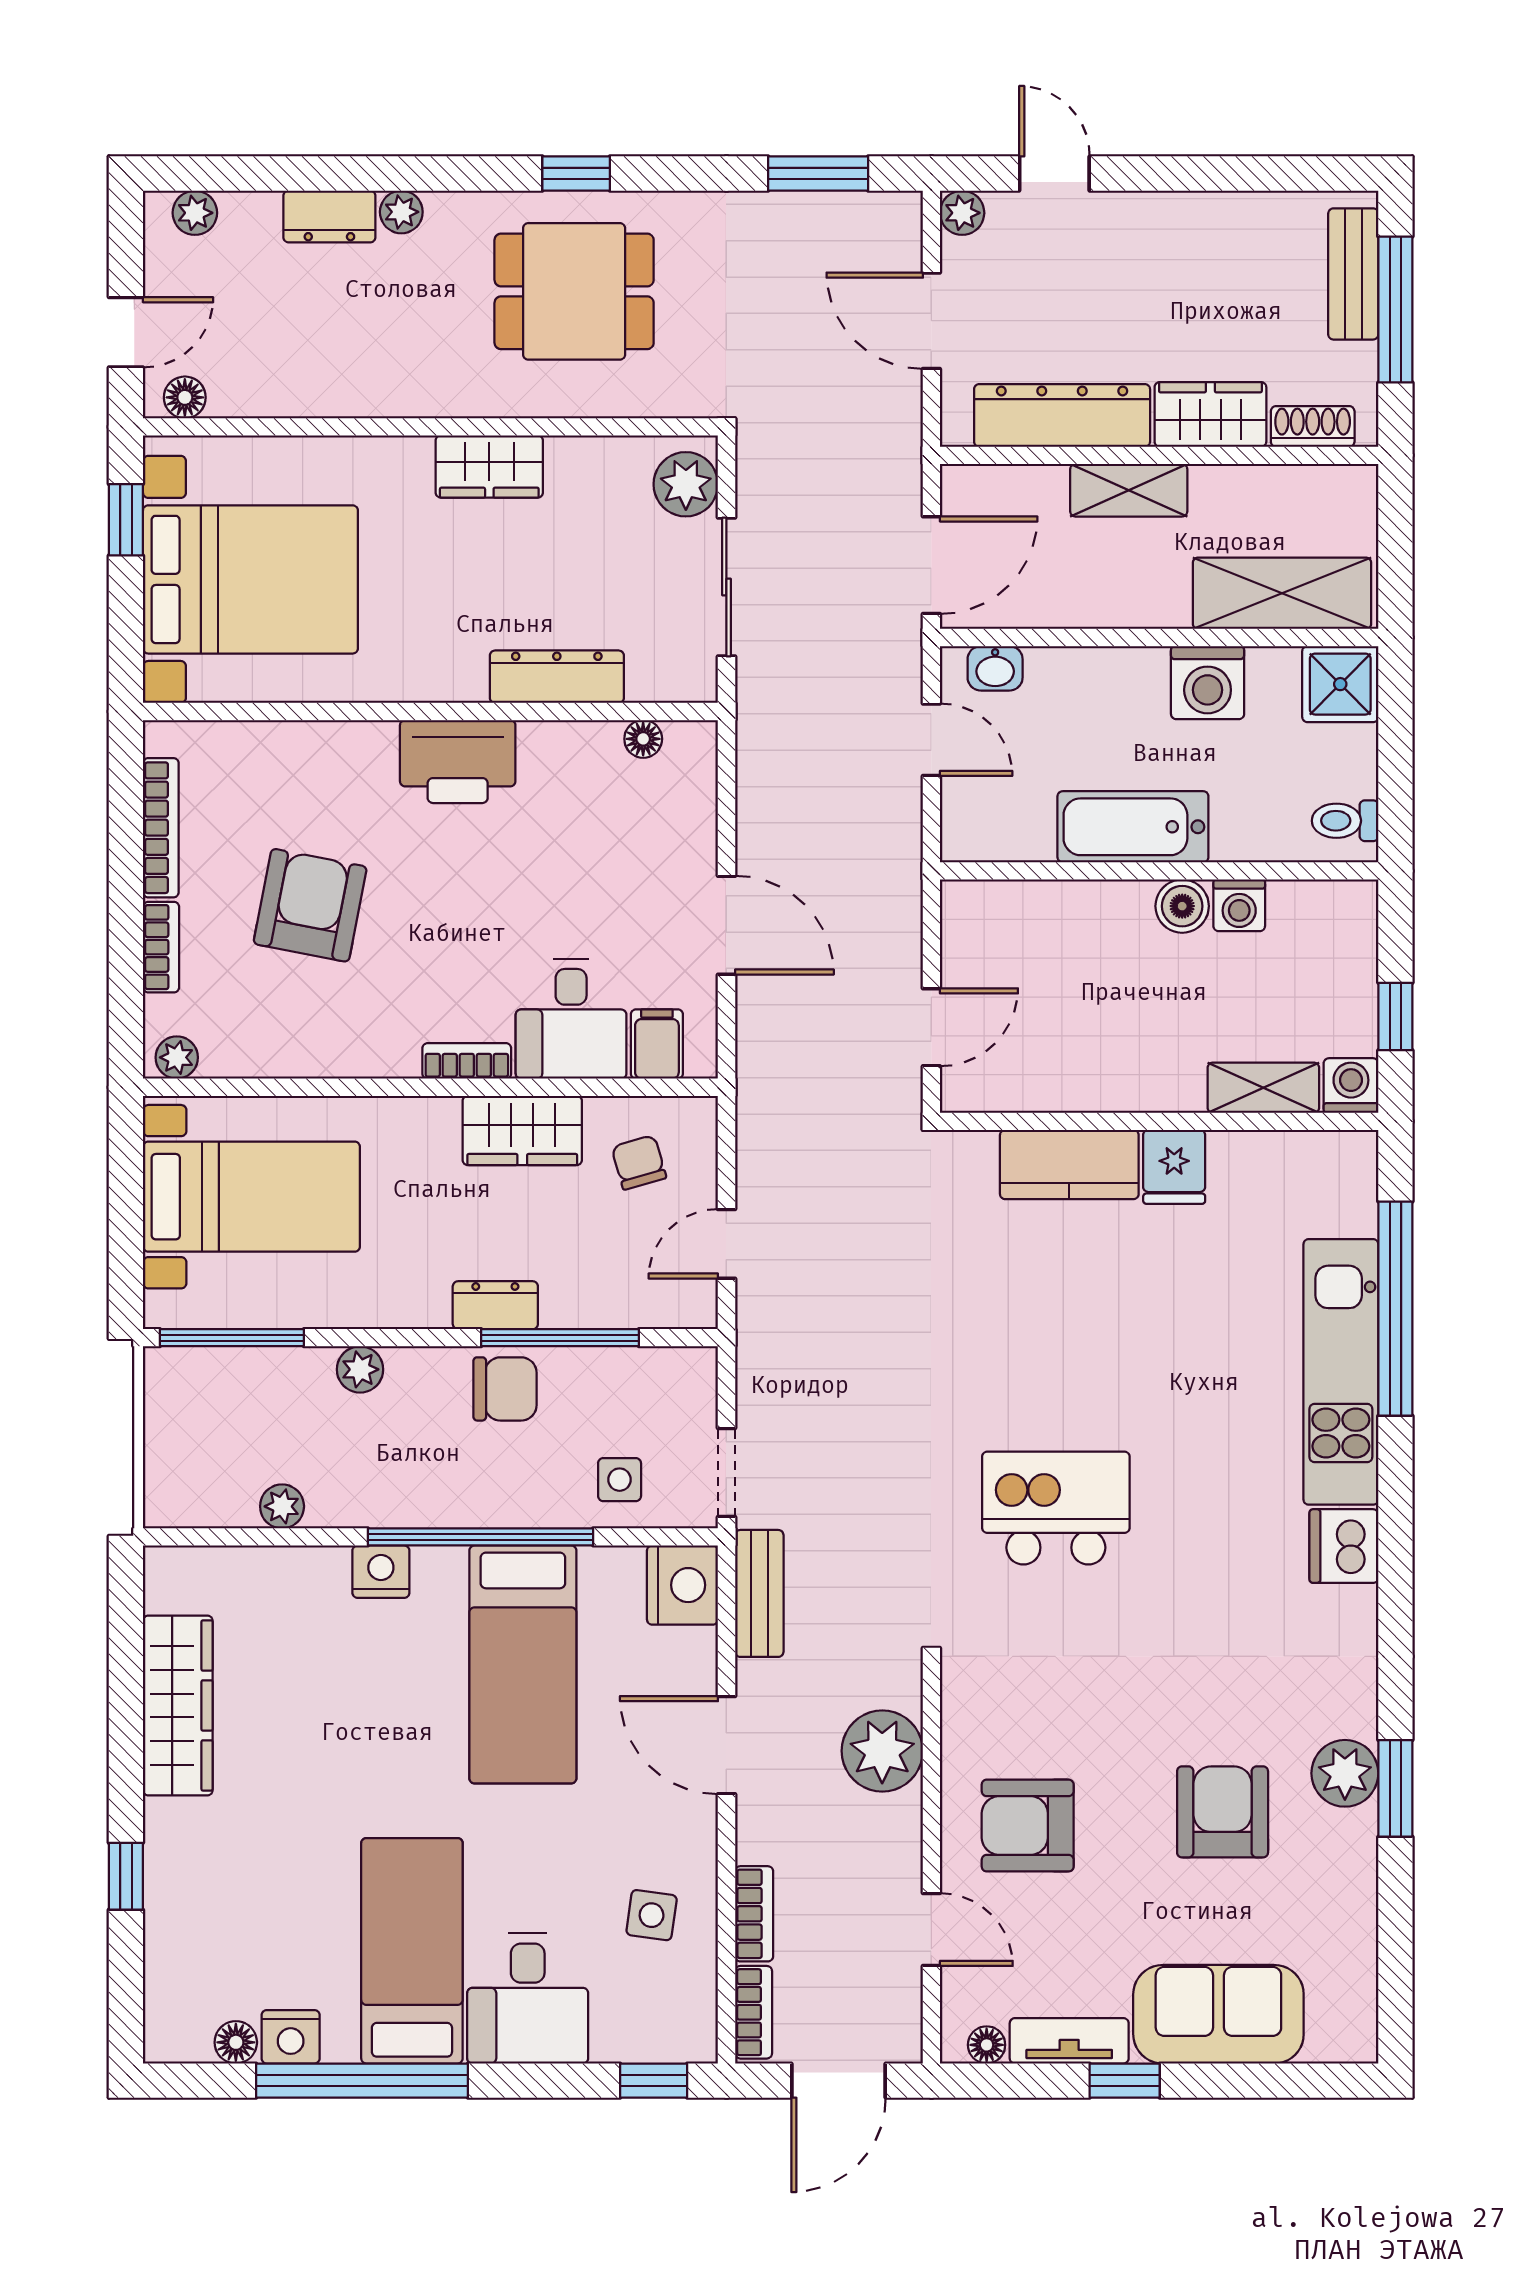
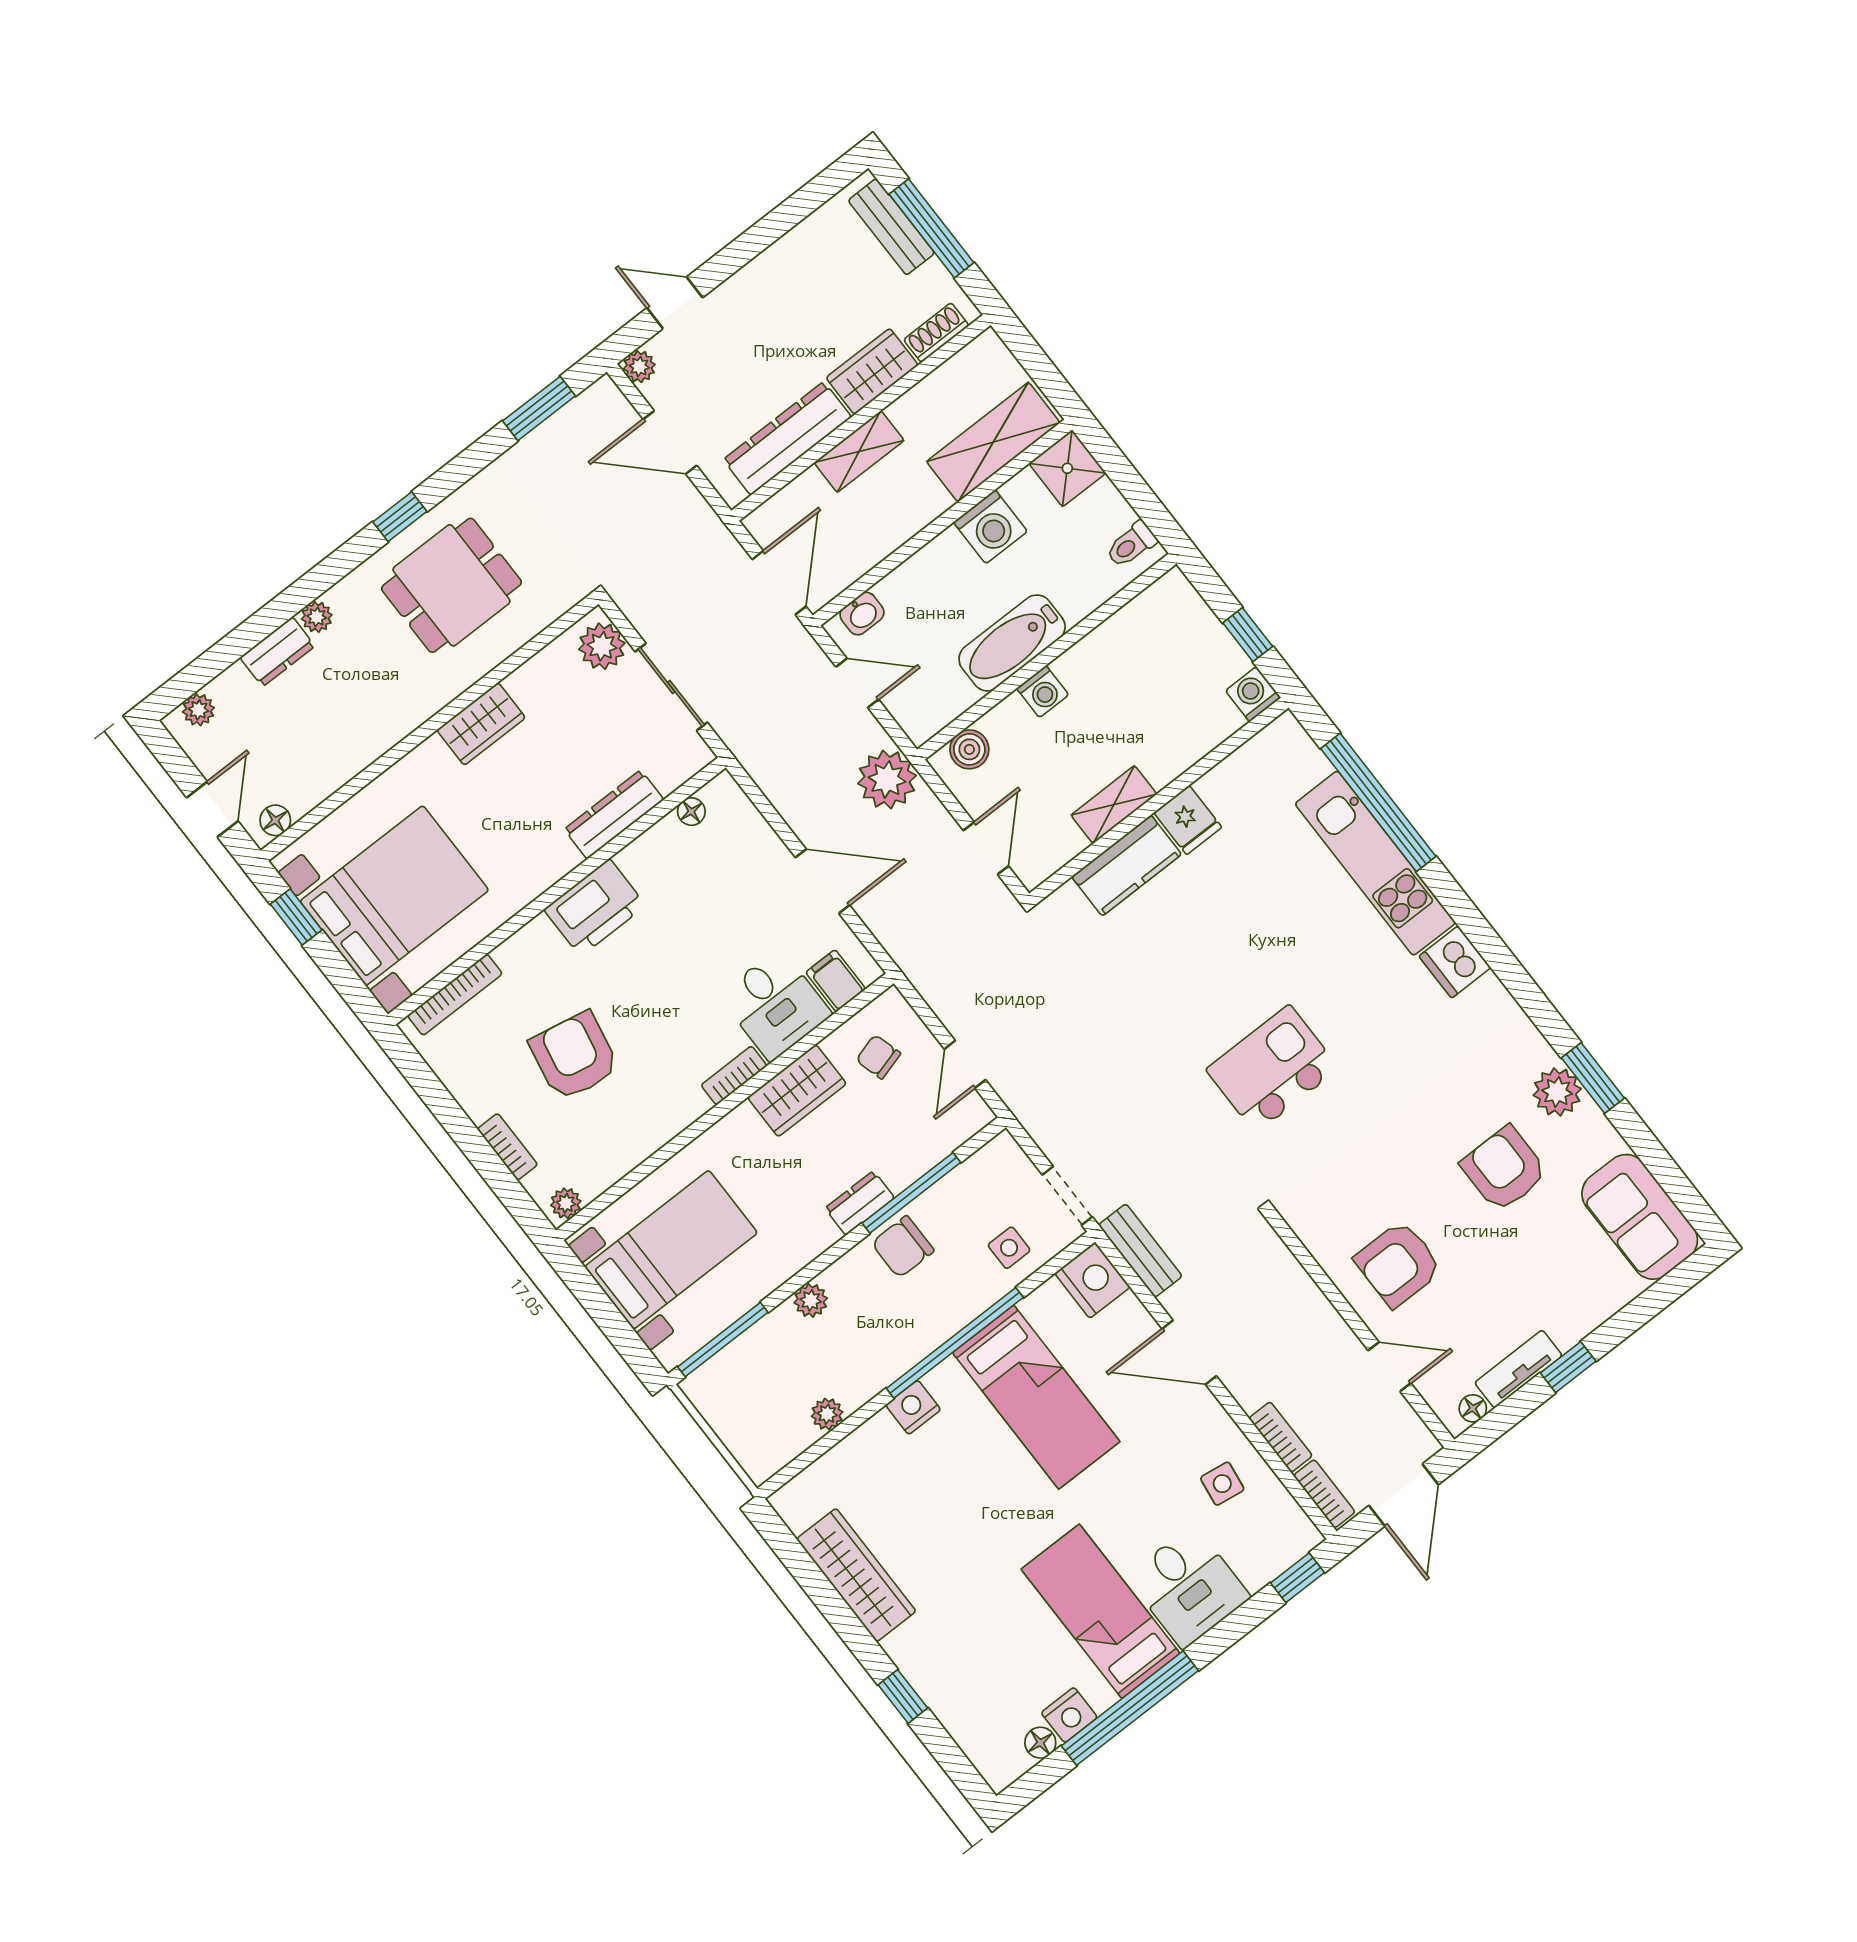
bookcase: (161, 828) -> (455, 995), moved, turned 90
washing machine: (1239, 905) -> (1043, 692), moved
boiler: (1182, 906) -> (969, 749), moved
shelving: (1263, 1088) -> (1114, 805), moved
chair: (505, 1389) -> (903, 1247), turned 180
plant: (882, 1751) -> (887, 779), moved
sofa: (1218, 2014) -> (1640, 1217), moved, turned -90

